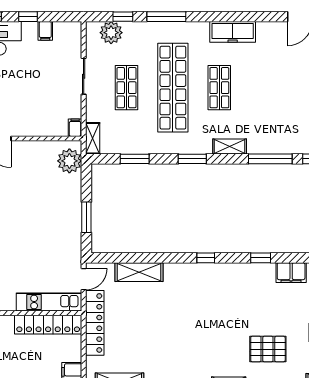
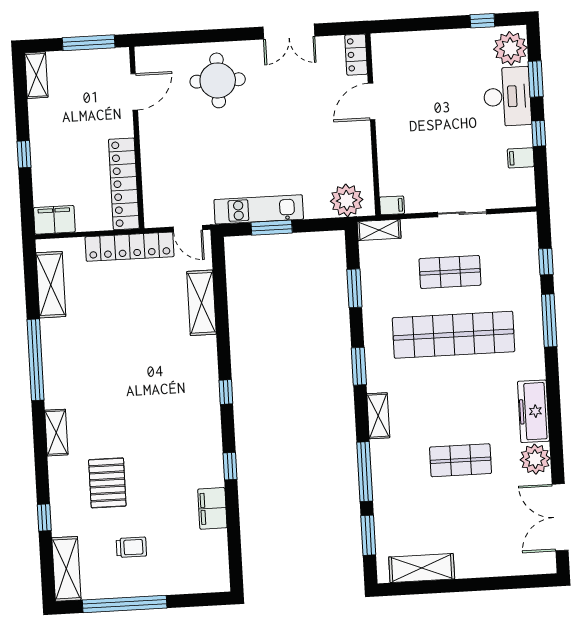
plant: (111, 33) -> (535, 459), moved
shop shelf: (219, 88) -> (461, 460), moved
kitchen unit: (49, 302) -> (259, 209), moved, turned -90

